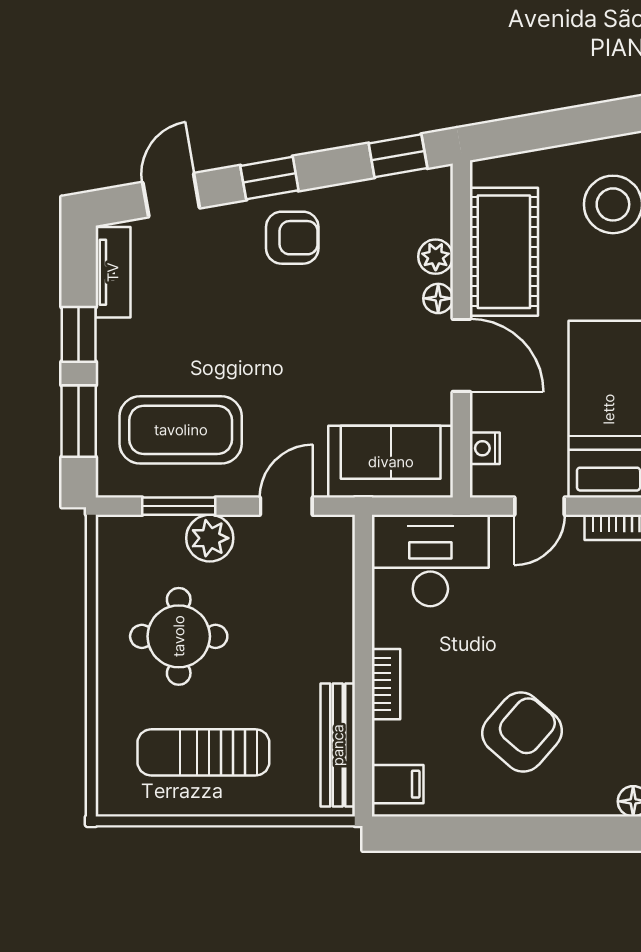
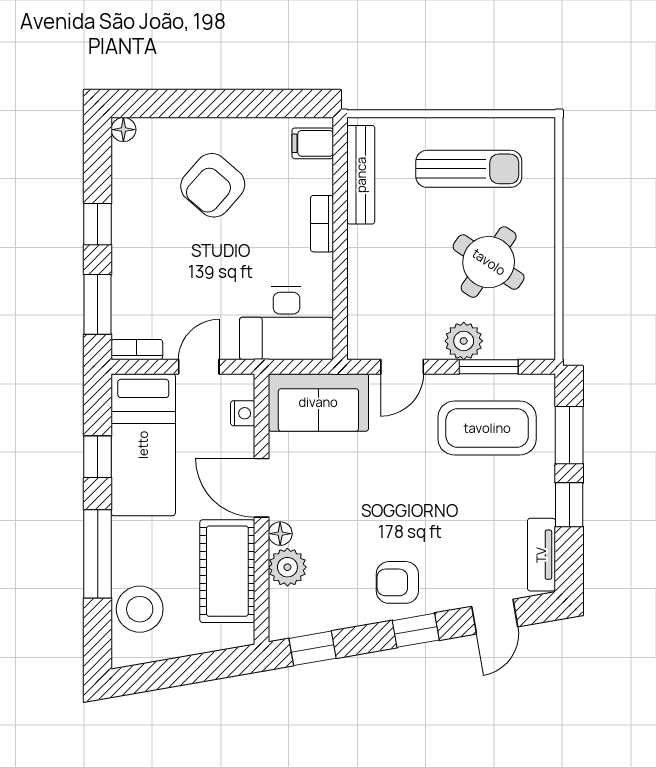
plant: (436, 257) -> (287, 567), width x1.38, depth x1.38
round table: (179, 636) -> (489, 262), turned 34

